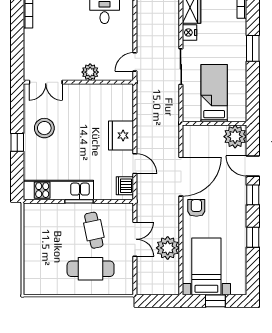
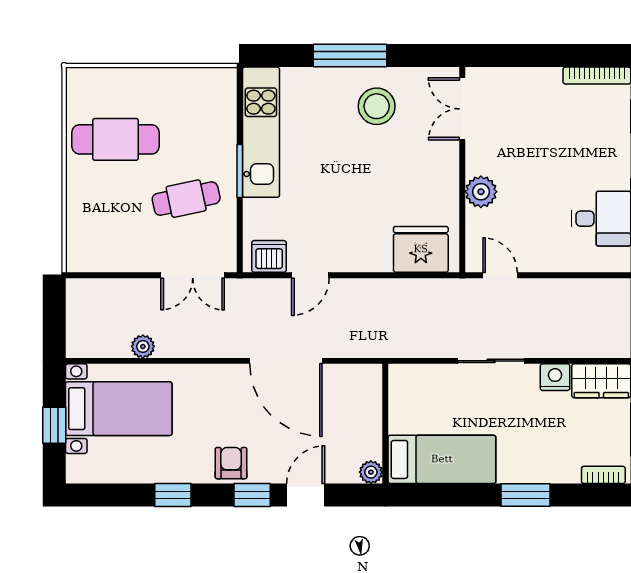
bed: (214, 93) -> (442, 459), moved
fridge: (121, 135) -> (421, 249), moved
plant: (235, 137) -> (371, 472), width x0.53, depth x0.53
window: (17, 142) -> (350, 55), width x2.17
armchair: (196, 208) -> (231, 463), moved, turned -90
double door: (135, 239) -> (193, 275), moved
plant: (168, 248) -> (143, 346), width x0.53, depth x0.53
cafe table: (91, 269) -> (116, 139), moved, turned 90

